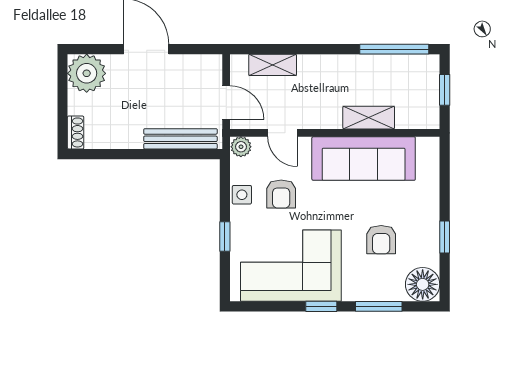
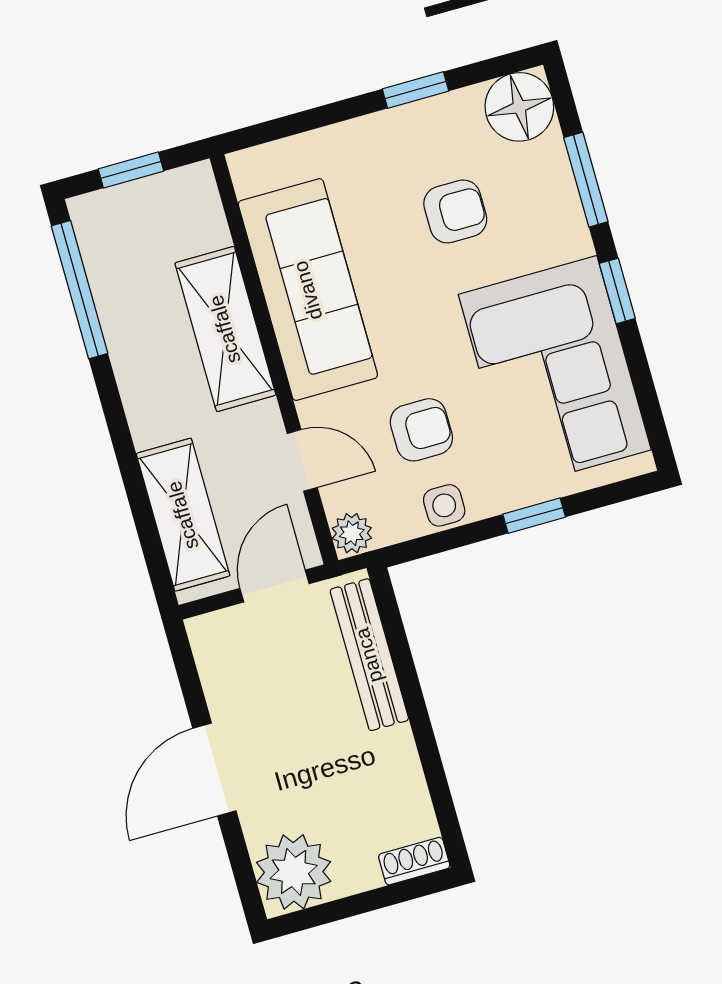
shelving: (273, 65) -> (183, 515), width x1.50, depth x1.33
shelving: (369, 118) -> (225, 329), width x1.50, depth x1.33
door: (283, 133) -> (302, 460), hinge flipped

